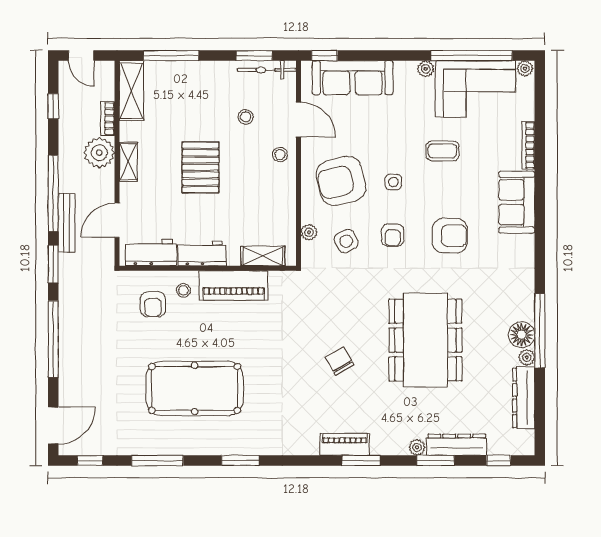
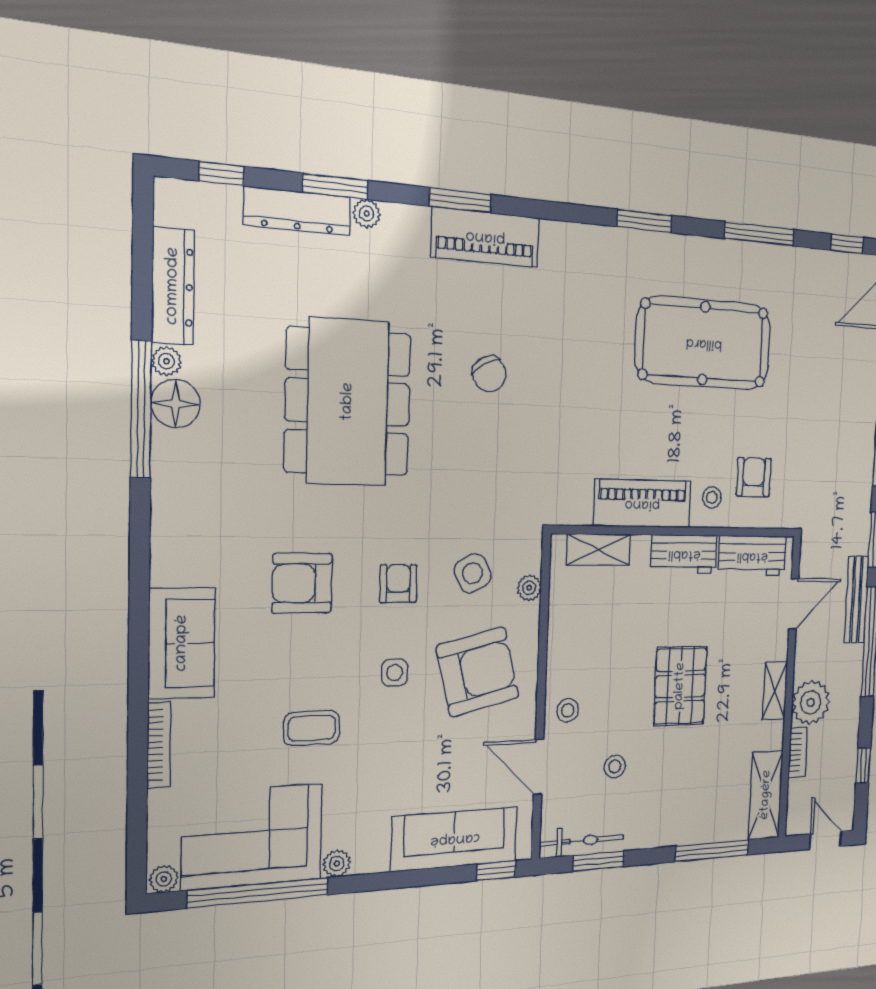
piano: (345, 444) -> (485, 237), width x1.37, depth x1.33

